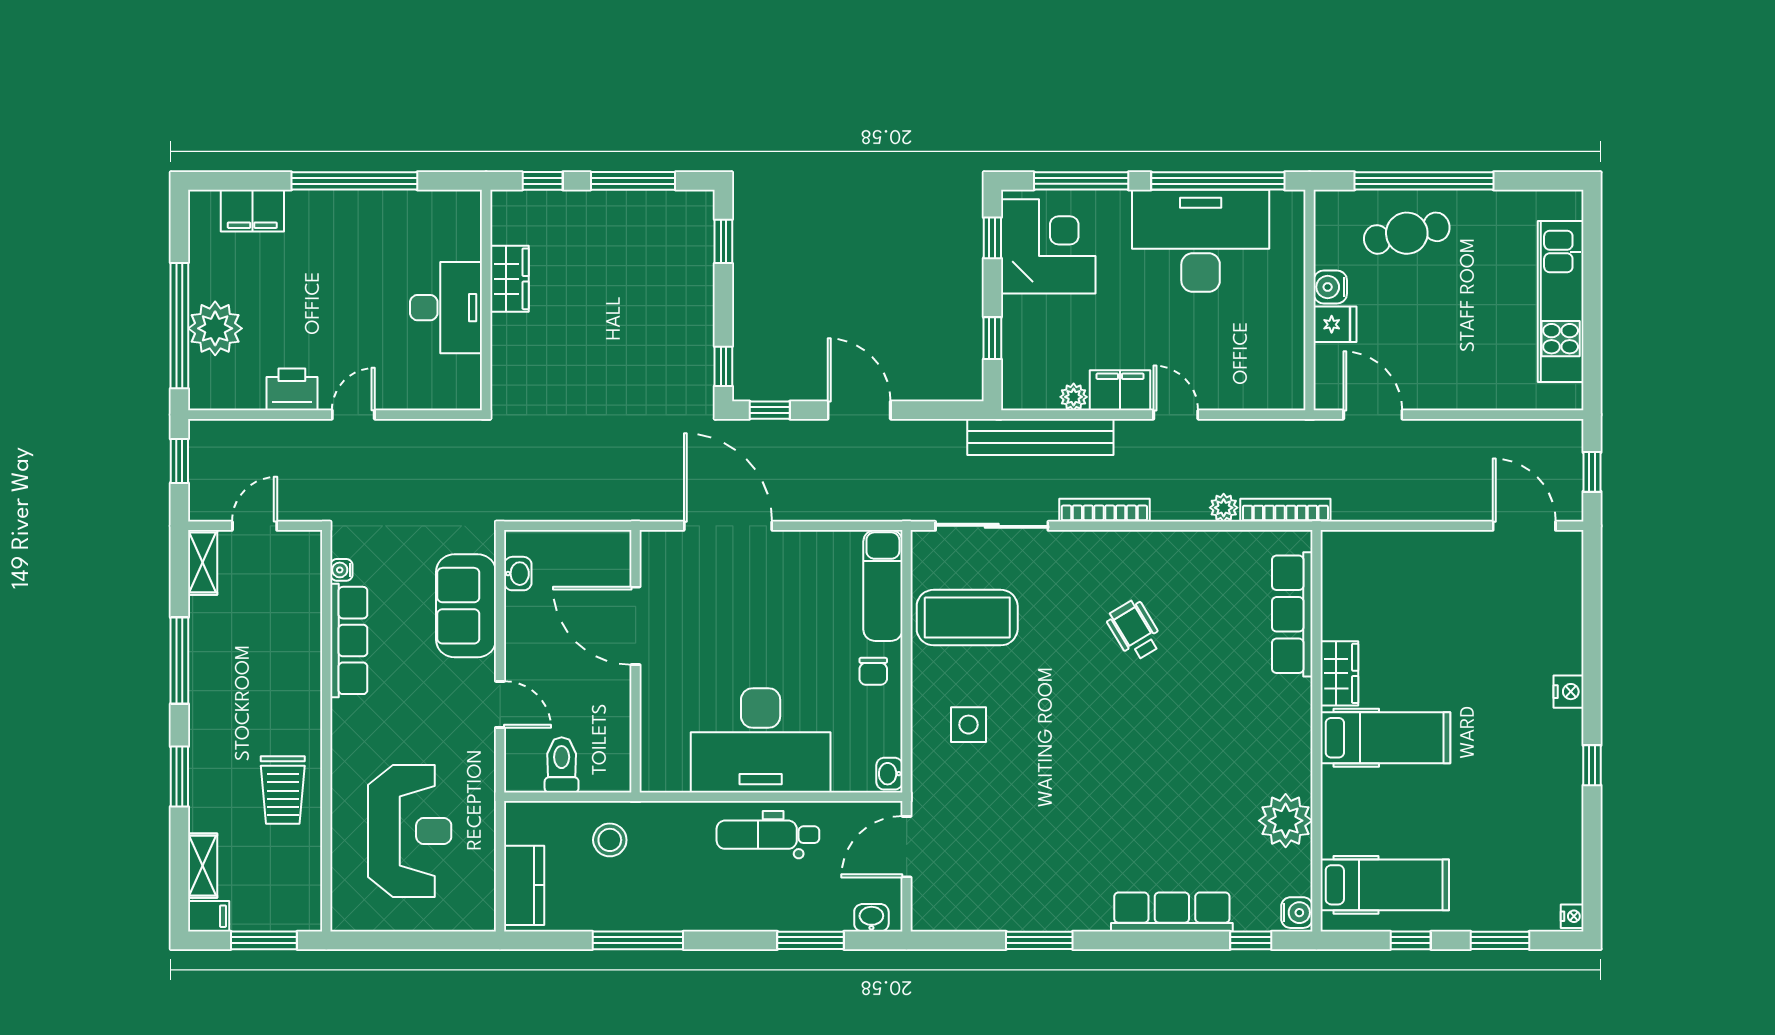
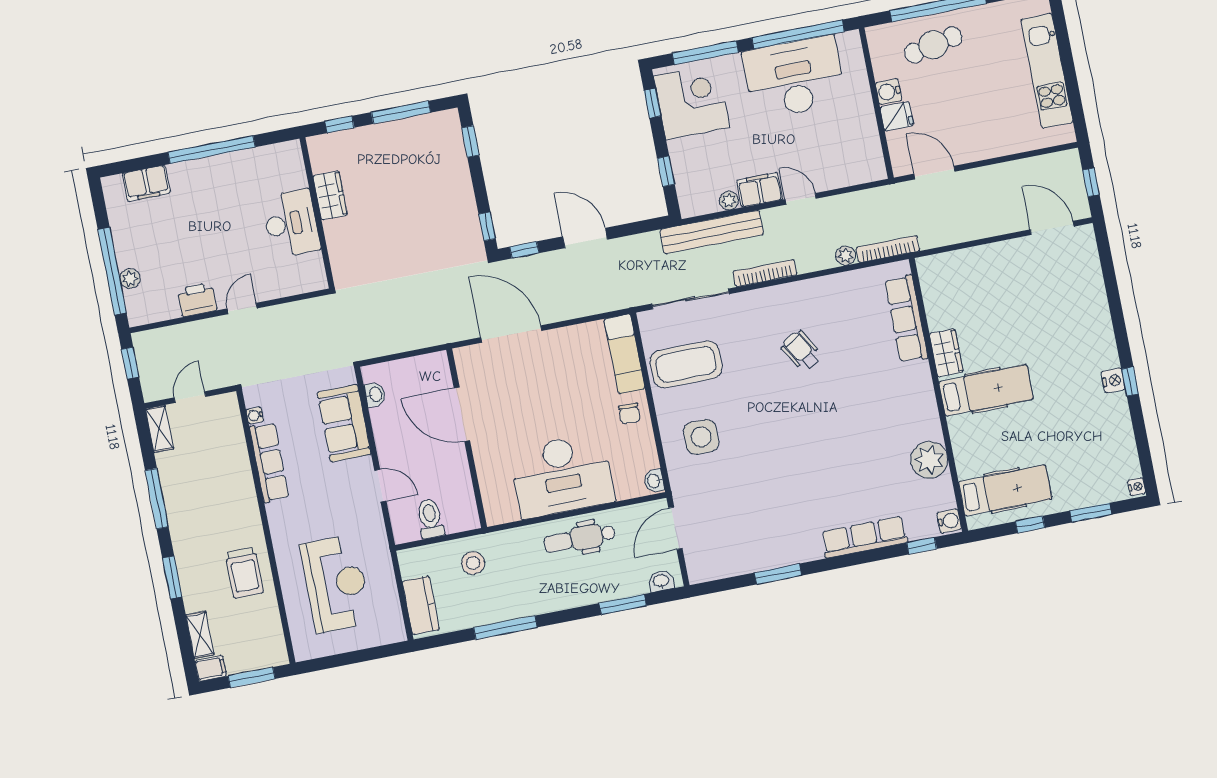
plant: (215, 328) -> (130, 279), width x0.53, depth x0.53
nightstand: (1568, 692) -> (1113, 380), moved
side table: (969, 725) -> (701, 437), width x1.37, depth x1.37

